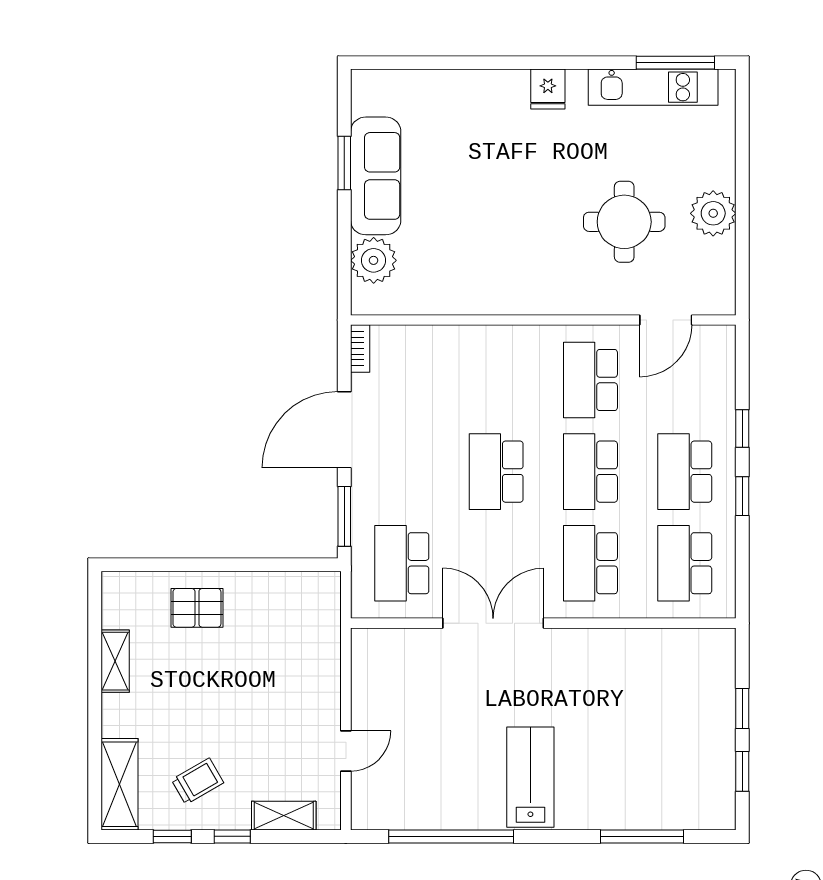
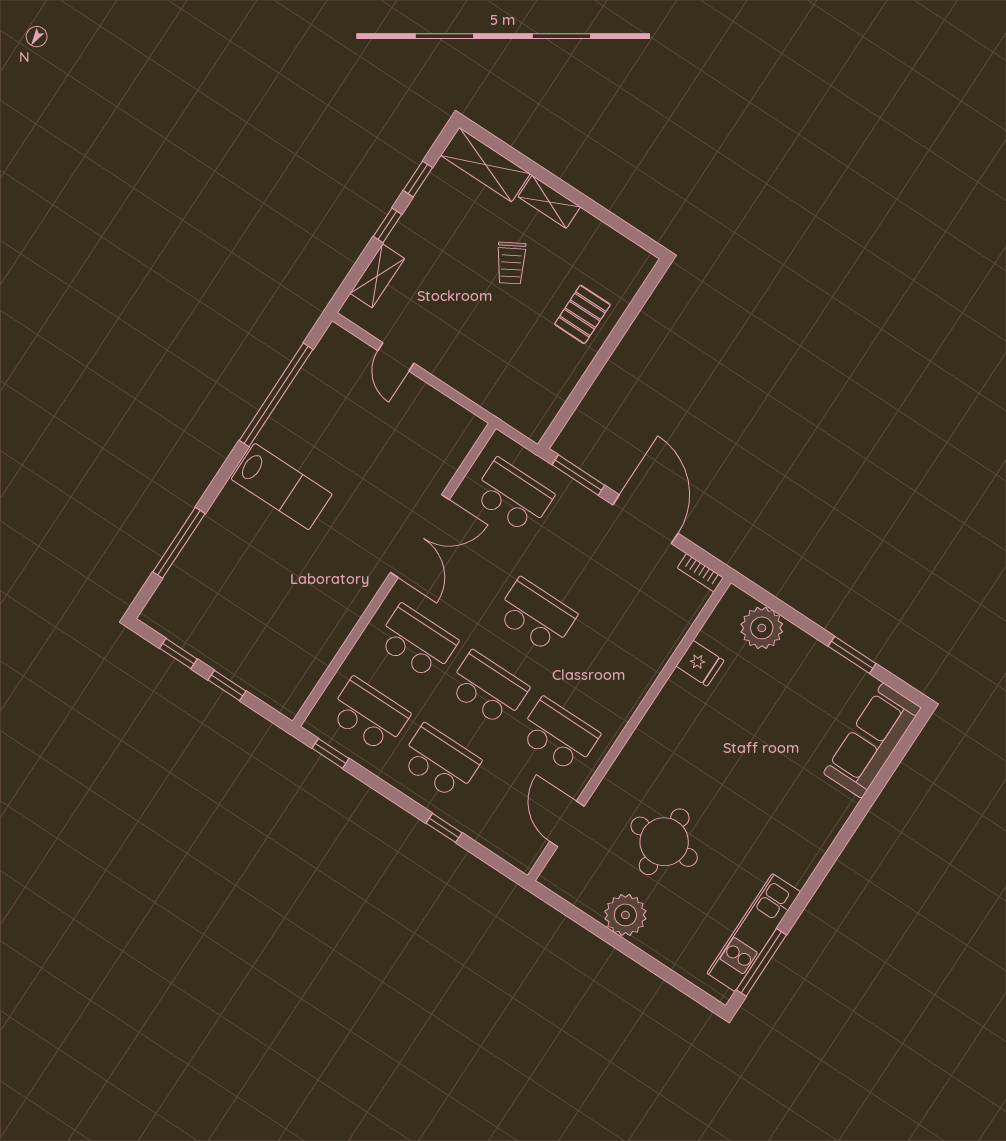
fridge: (548, 89) -> (700, 663), moved, turned 180
sofa: (376, 176) -> (872, 741), moved, turned 90
window: (742, 496) -> (330, 753), moved
shelving: (115, 661) -> (549, 202), moved
trolley: (198, 781) -> (511, 263), moved

